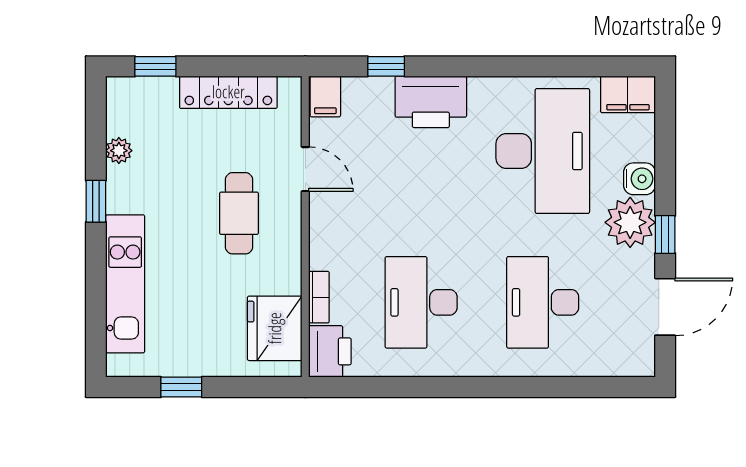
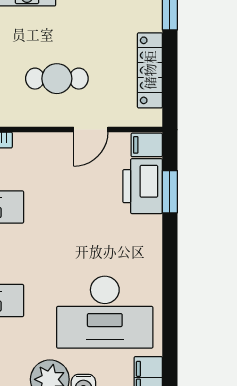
window: (386, 66) -> (170, 192), width x1.50
printer: (431, 102) -> (143, 186), moved

